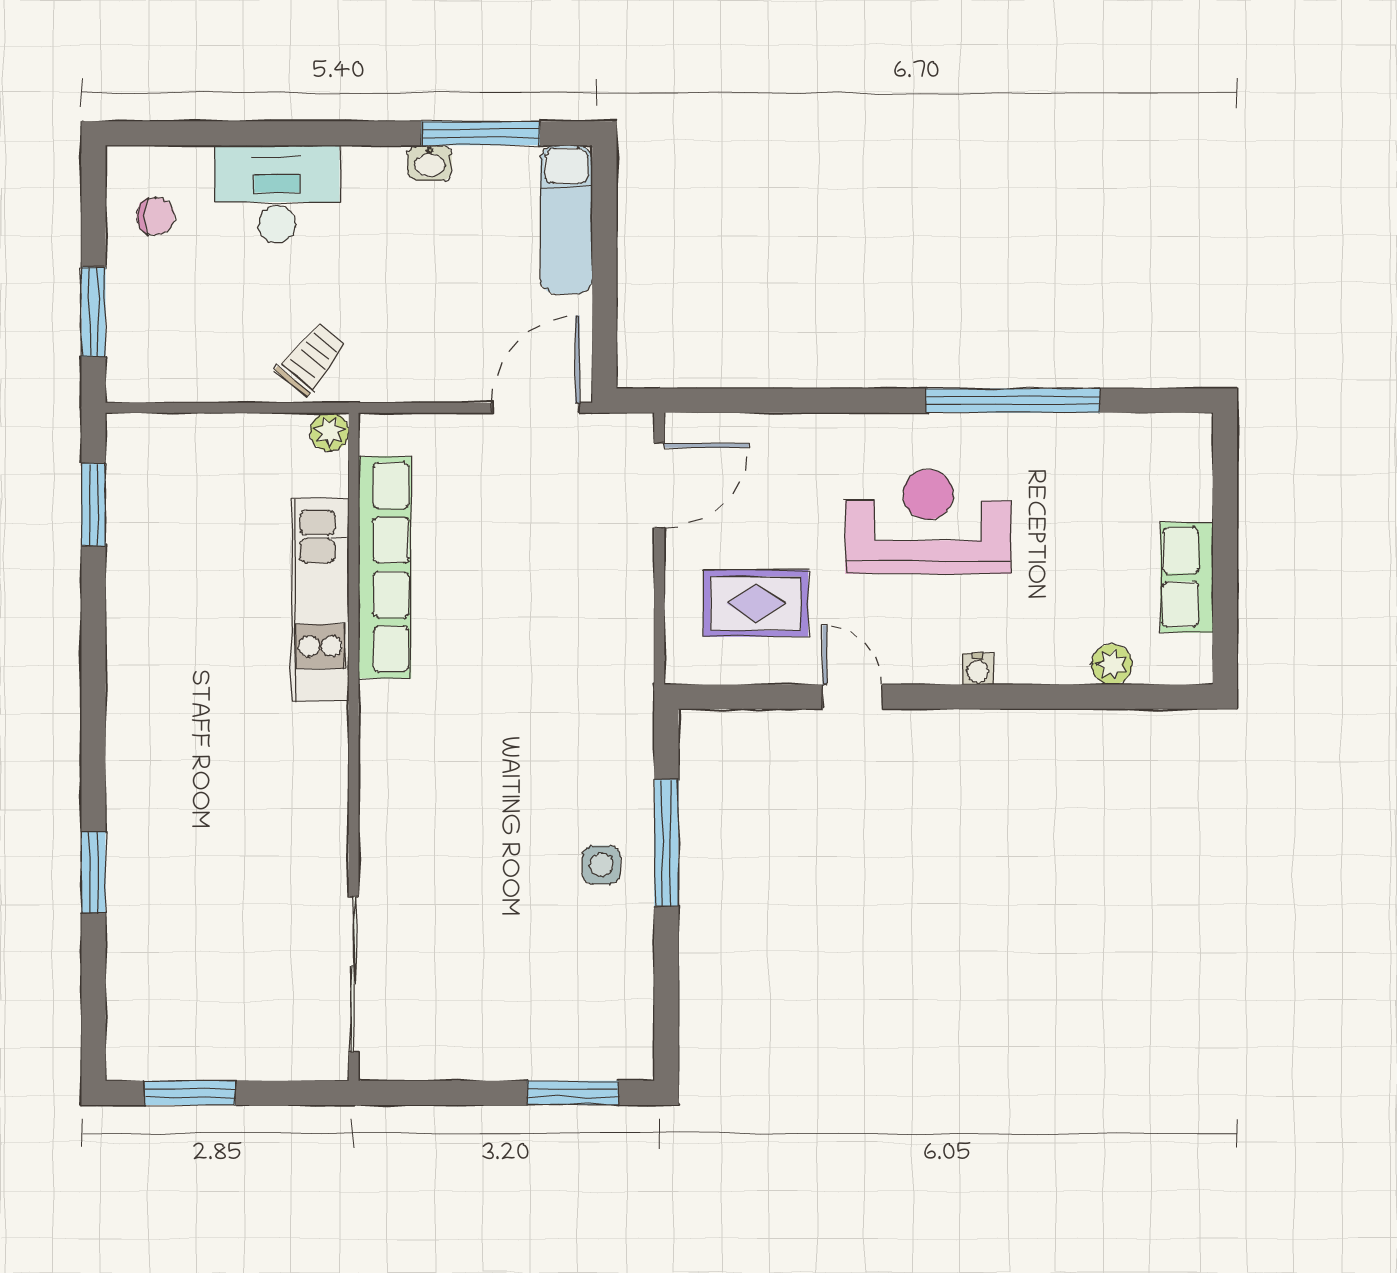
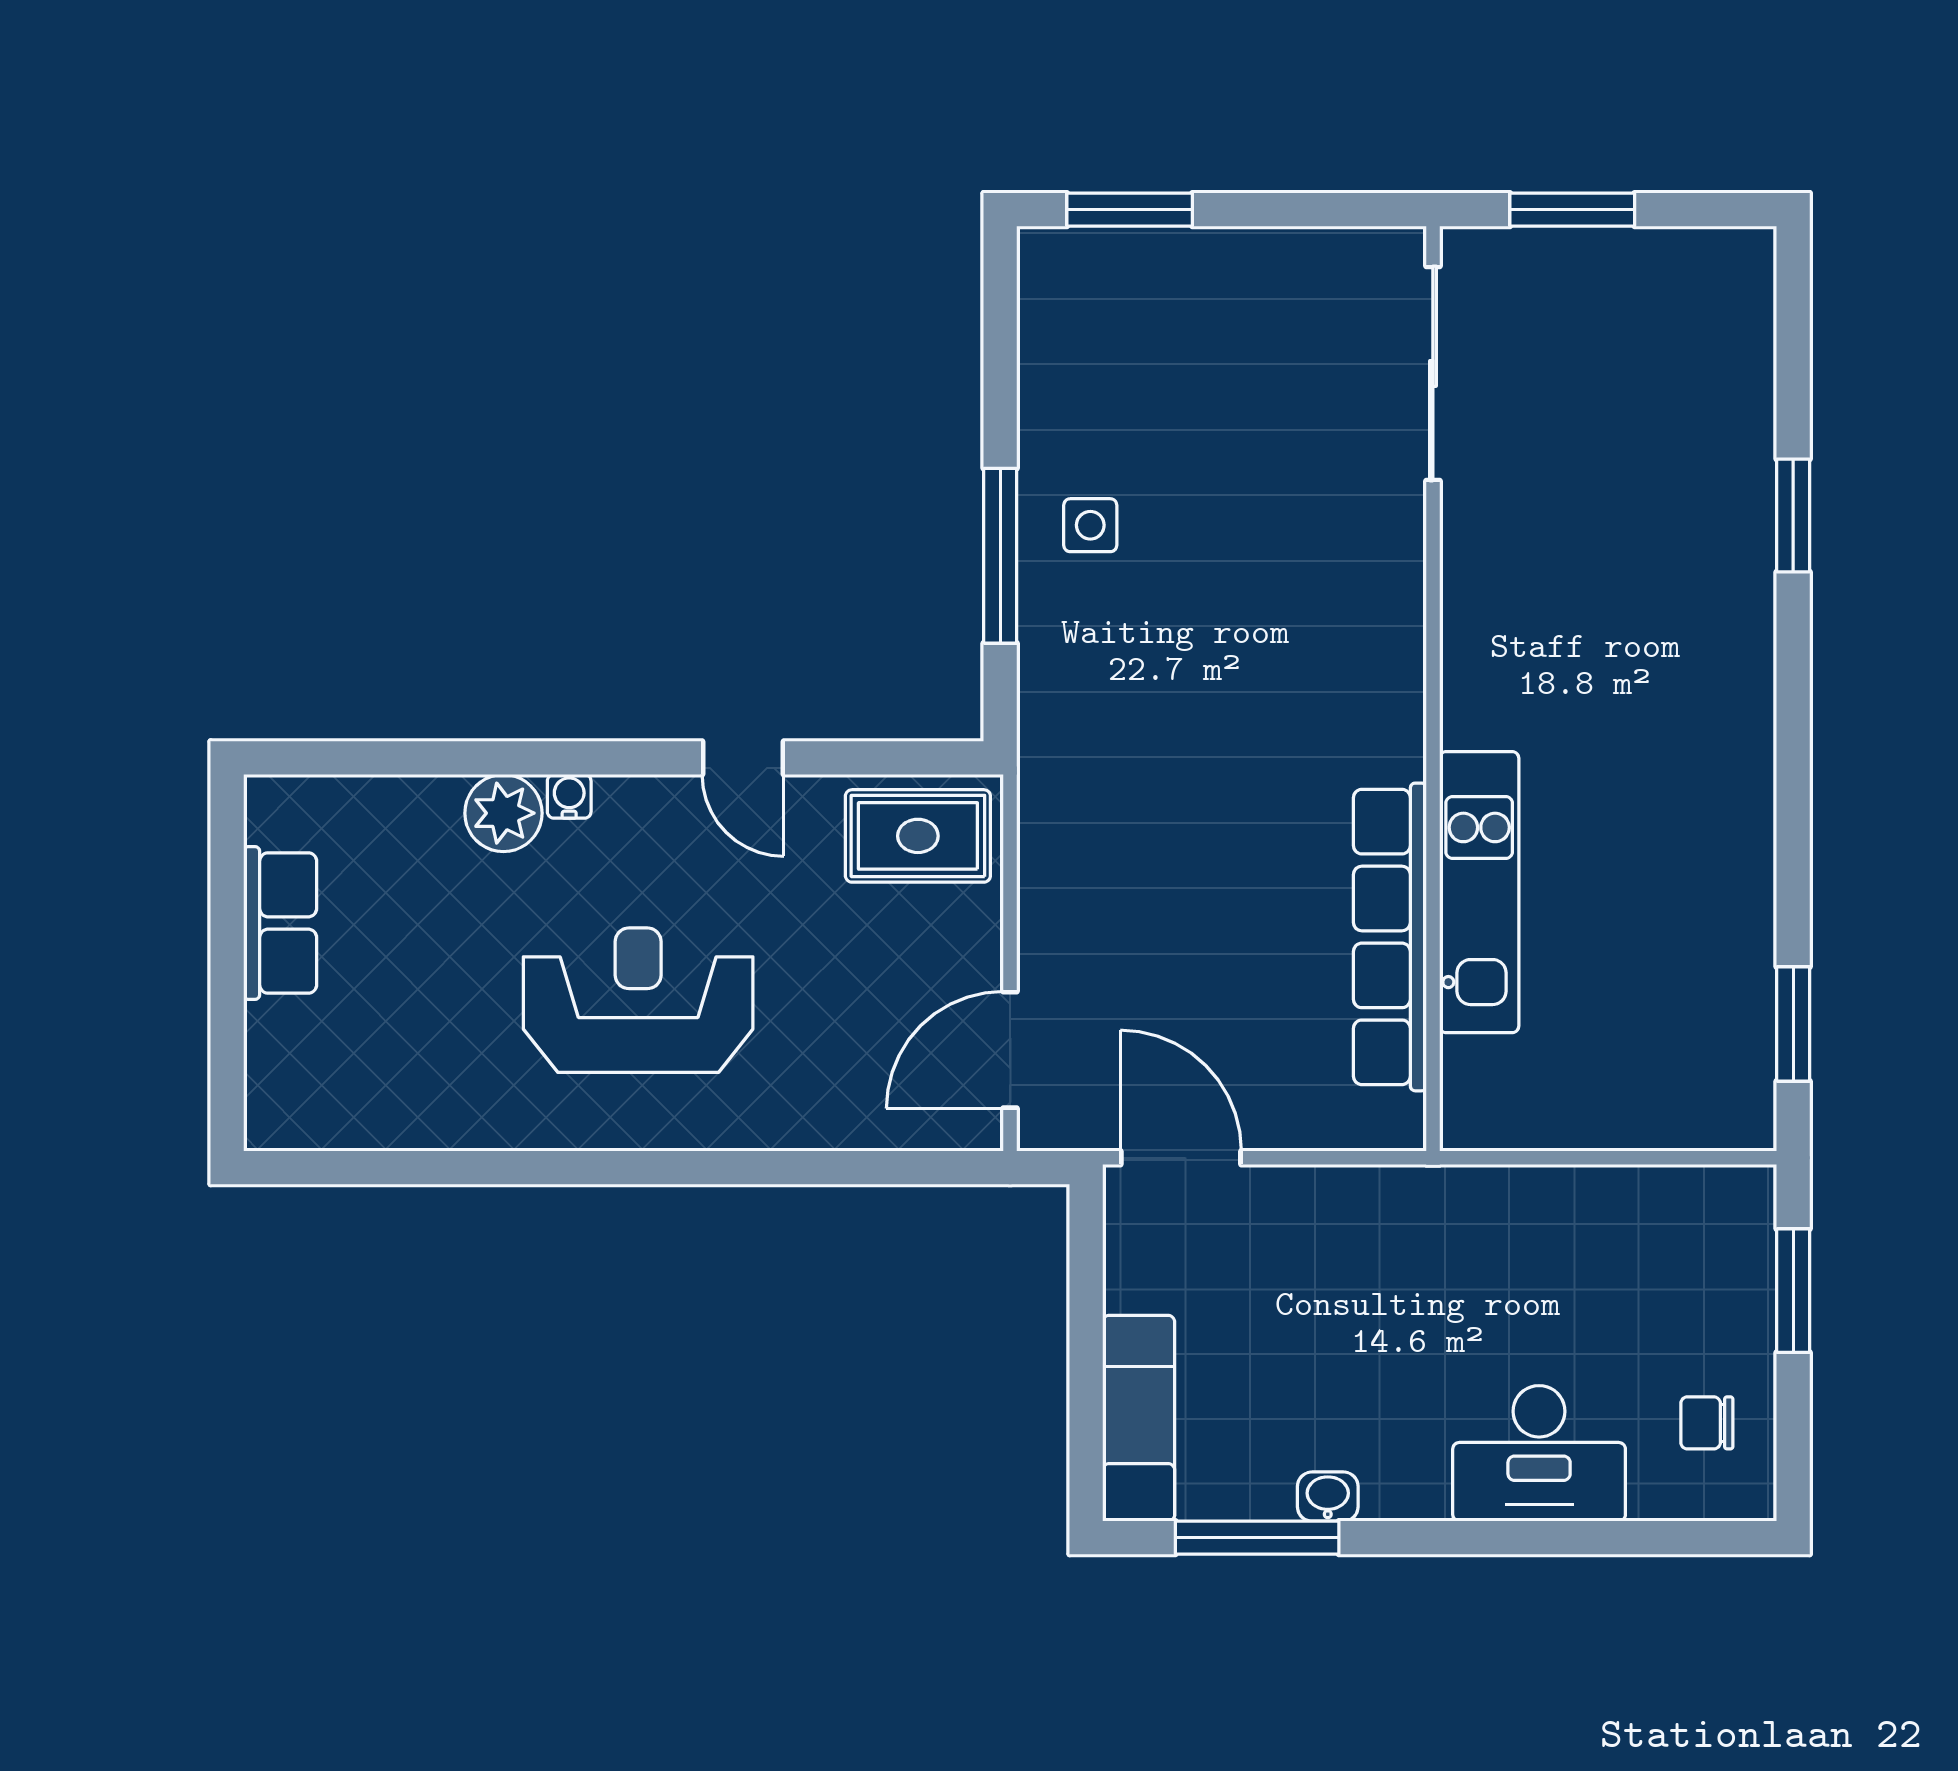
trolley: (312, 359) -> (1491, 1226), removed
window: (1013, 401) -> (521, 1168), removed
door: (536, 408) -> (1181, 1158), swing flipped
plant: (330, 432) -> (1466, 1124), removed
reception desk: (928, 522) -> (638, 1000), turned 180
rug: (756, 603) -> (918, 836), moved
plant: (1112, 664) -> (503, 813), moved, width x1.38, depth x1.38
window: (190, 1093) -> (1572, 210), moved

